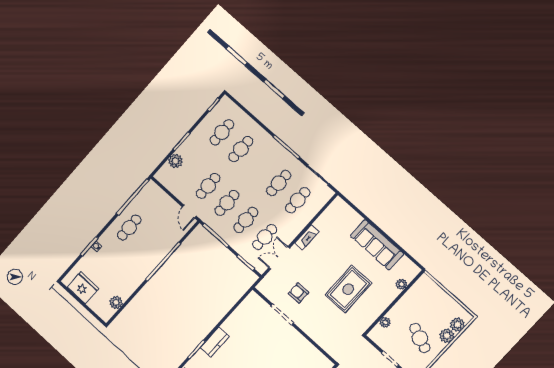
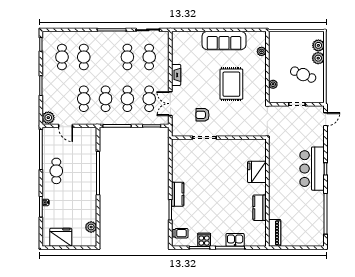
plant: (175, 161) -> (48, 118), moved
door: (189, 211) -> (66, 126), moved

